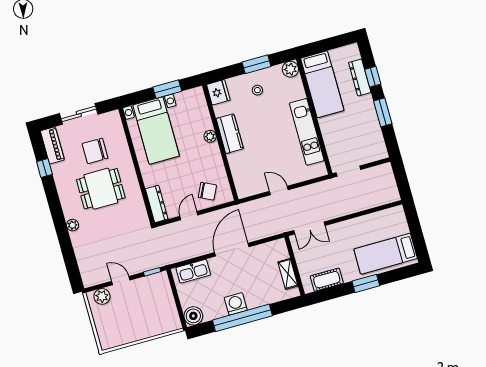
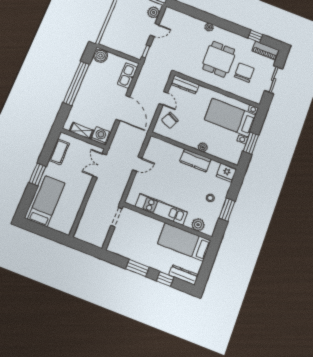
plant: (290, 69) -> (198, 225), moved
dresser: (360, 77) -> (184, 275), moved
washing machine: (236, 304) -> (100, 136), moved, turned -90

